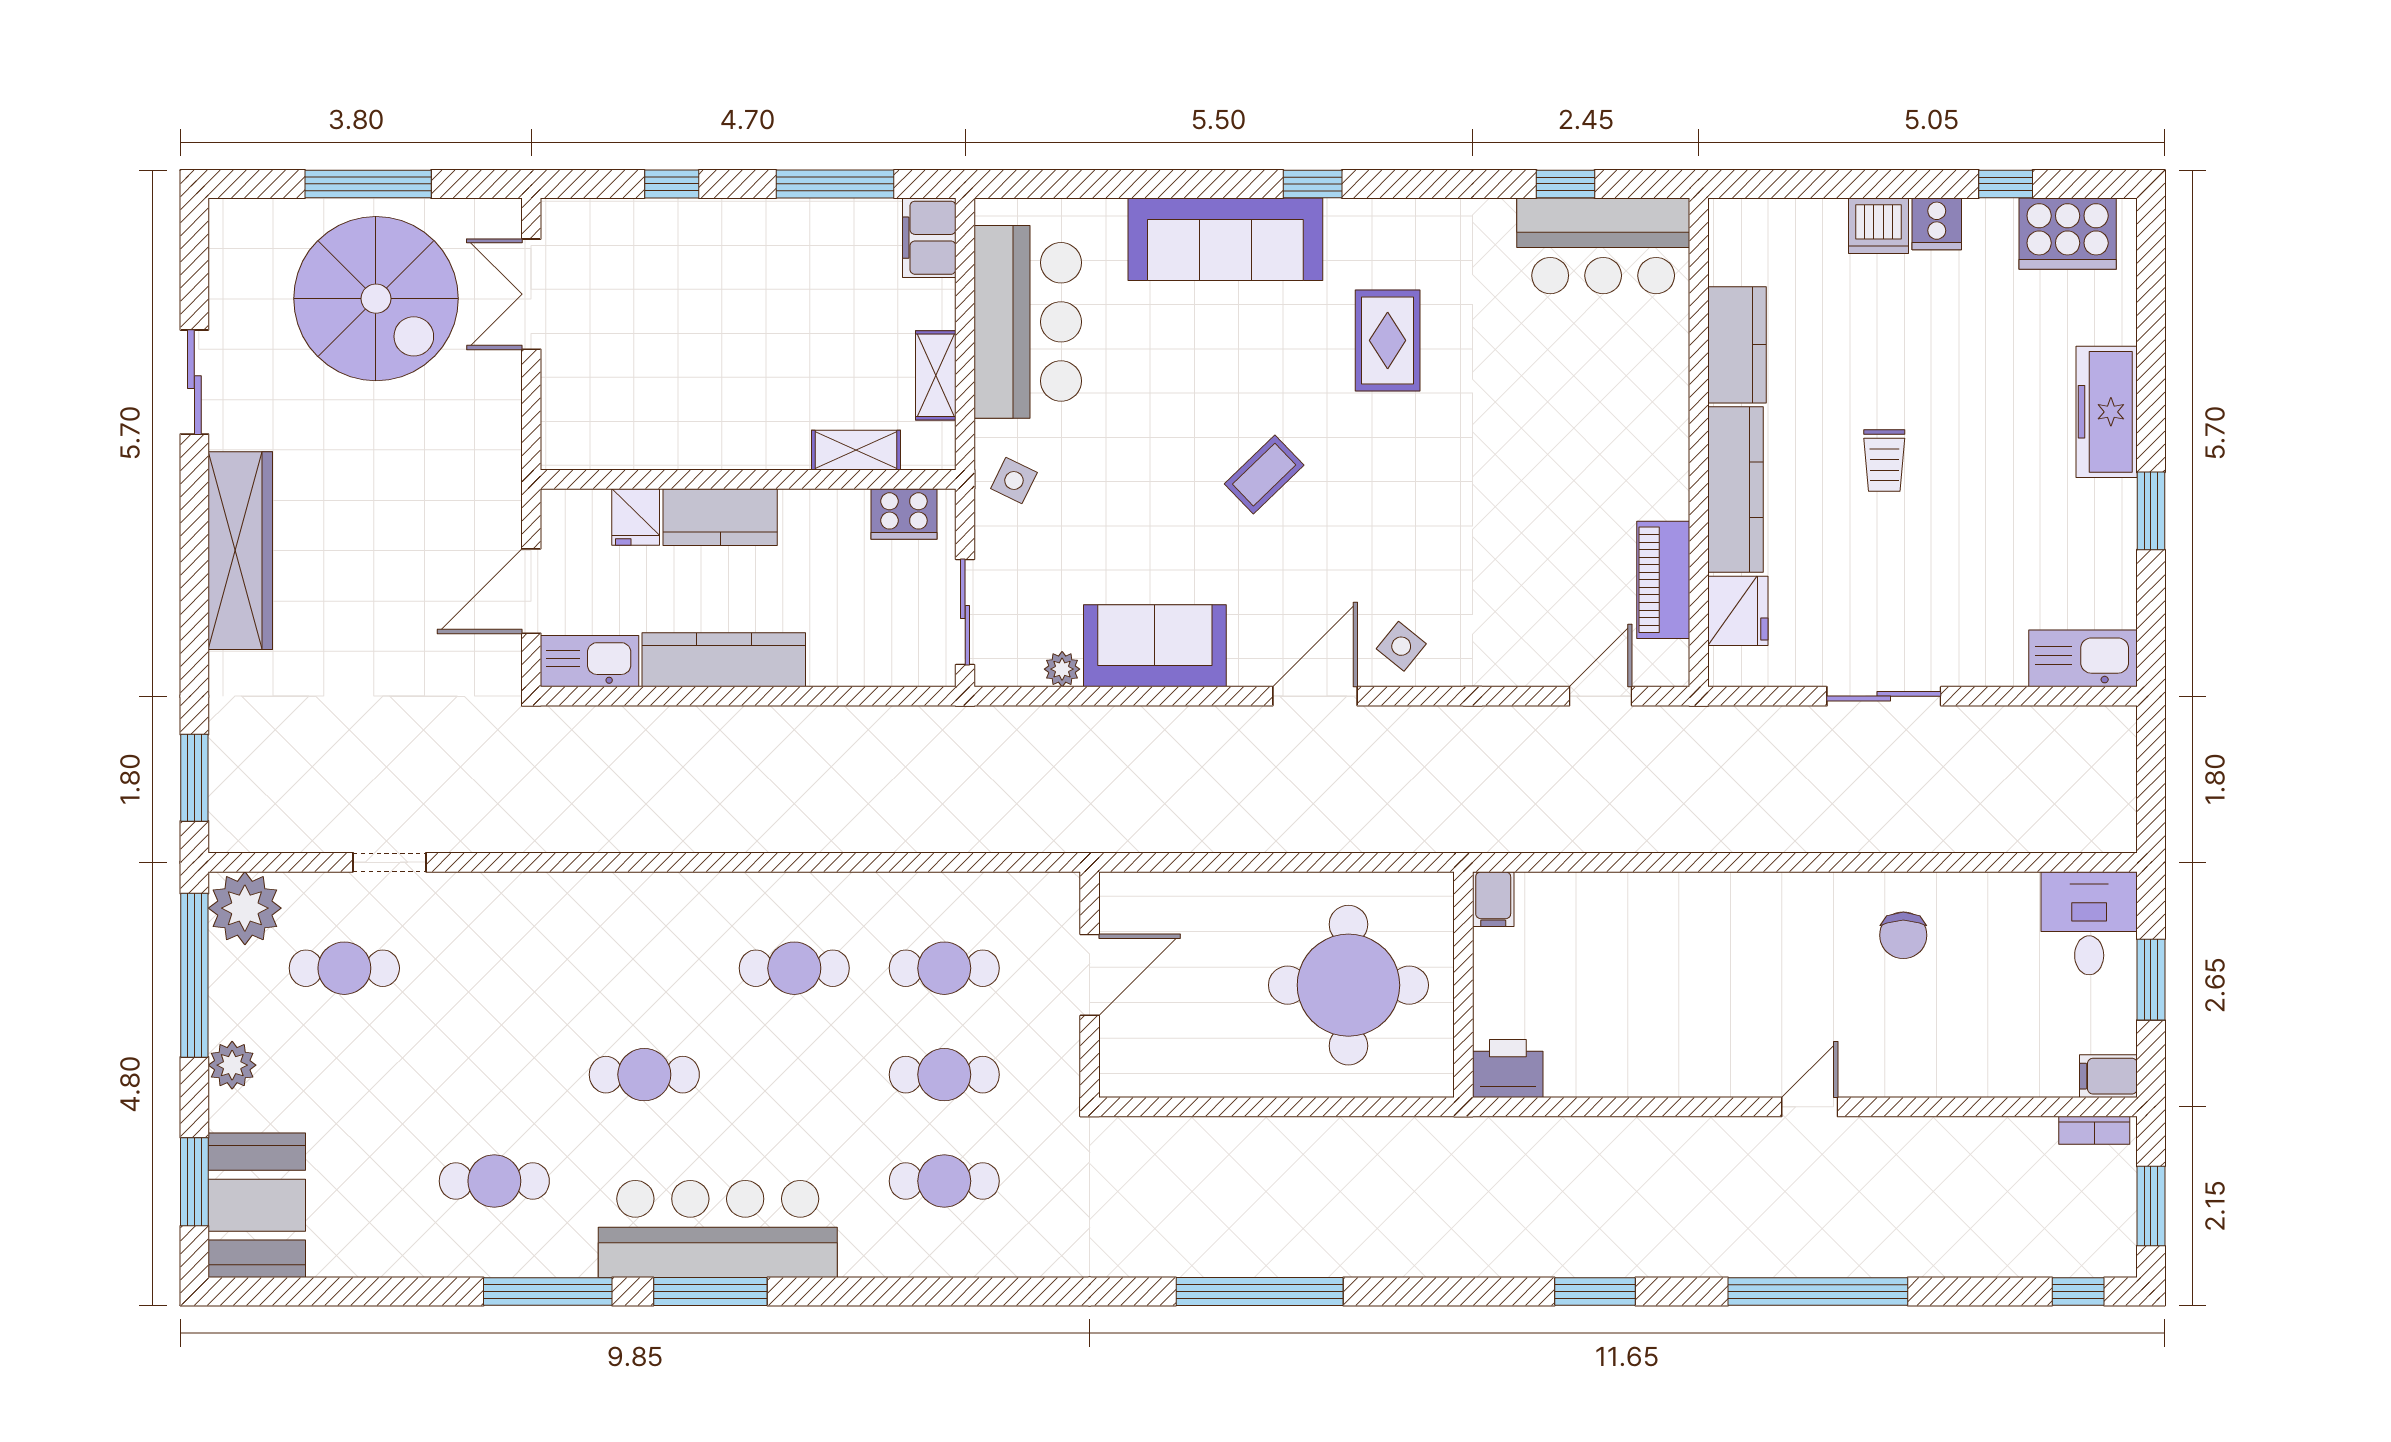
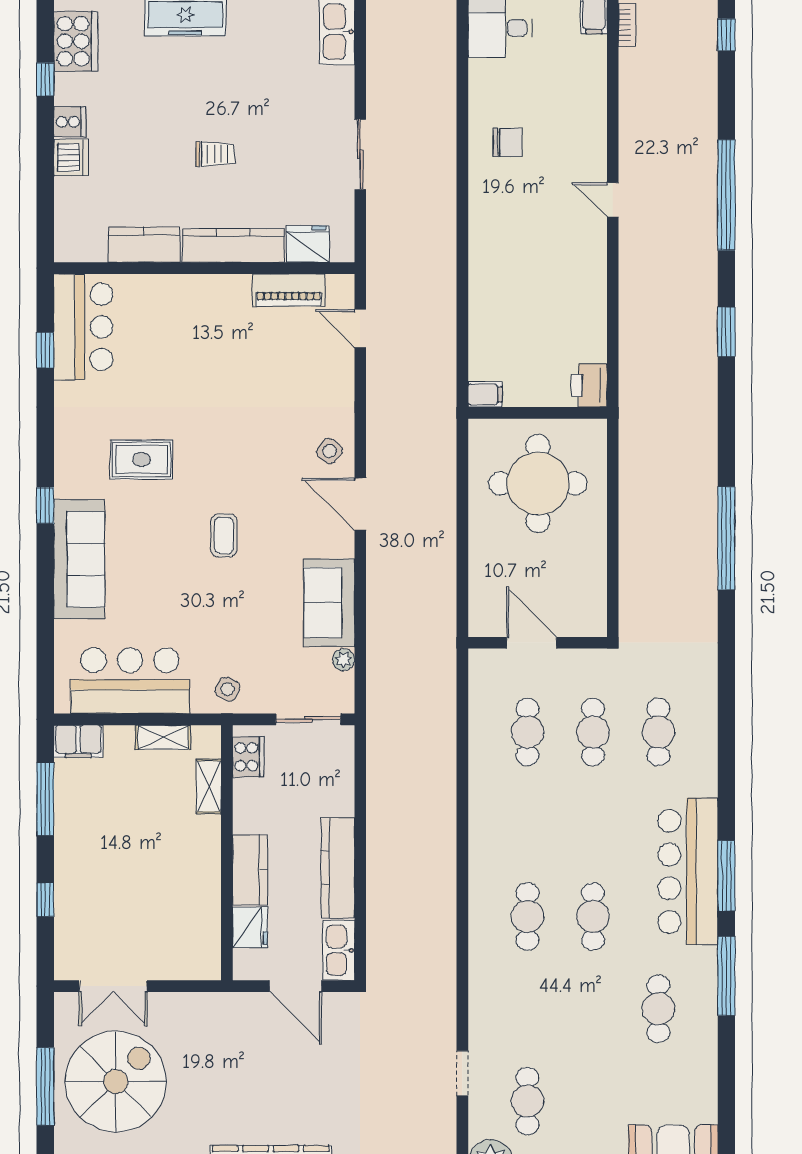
coffee table: (1264, 475) -> (224, 535), turned 44
fridge: (636, 517) -> (250, 928), width x1.38
cafe table: (794, 968) -> (528, 917), moved

